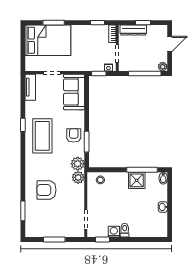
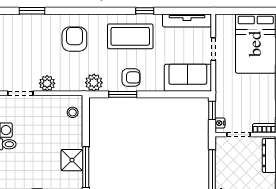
tv unit: (30, 87) -> (187, 20), width x1.41
plant: (78, 177) -> (47, 83), moved
armchair: (46, 190) -> (74, 39), moved

